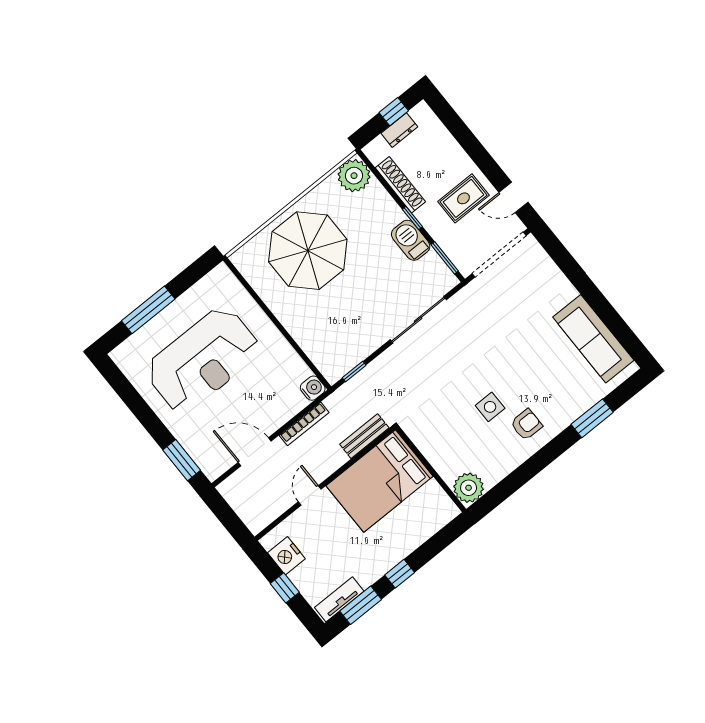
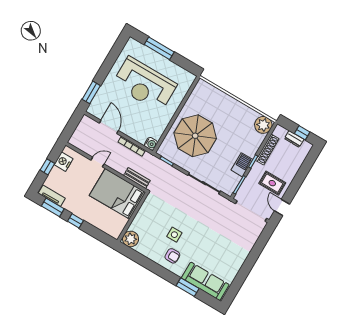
parasol: (308, 251) -> (195, 136), moved
sofa: (593, 339) -> (205, 281), moved, turned 90

